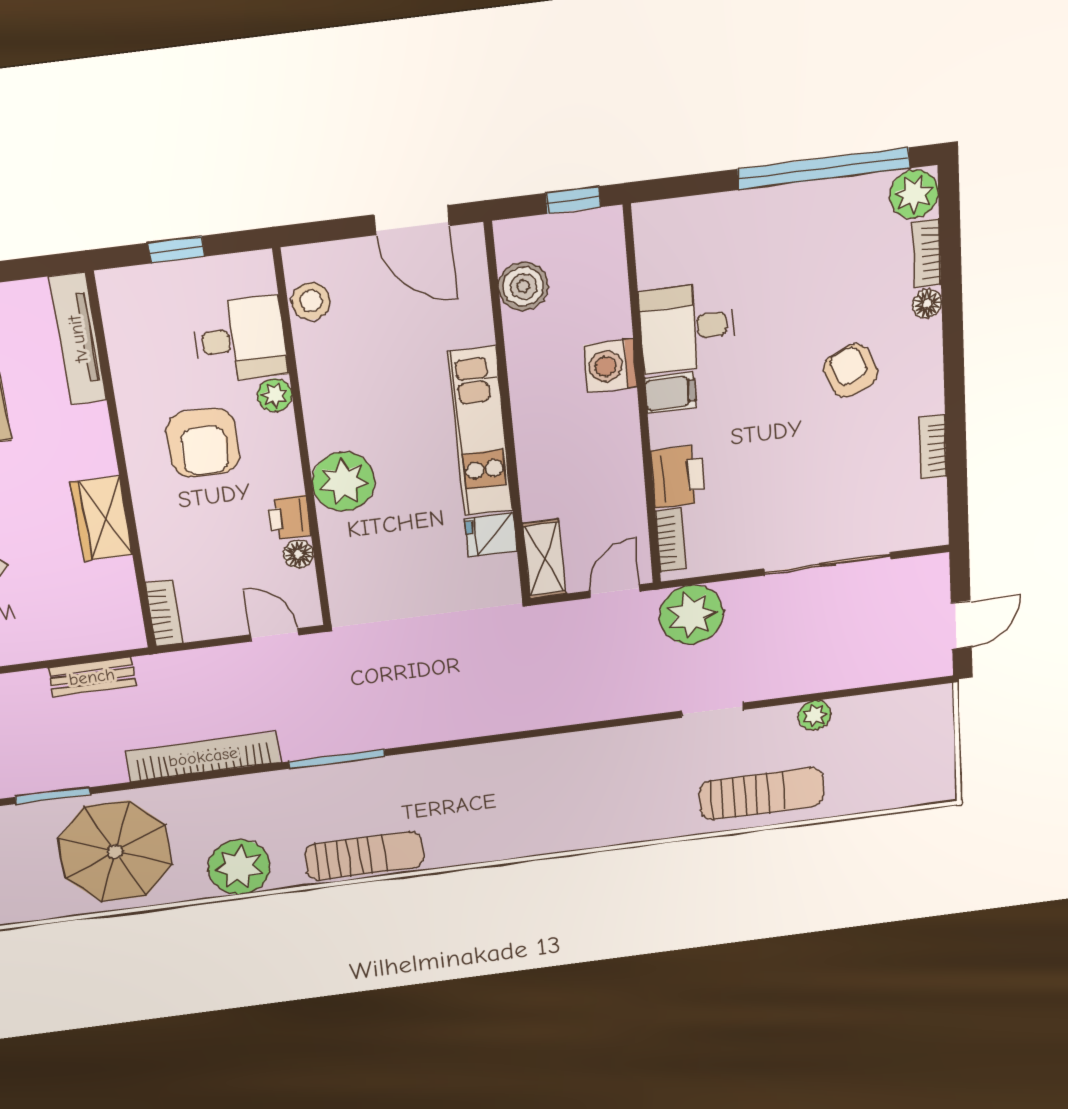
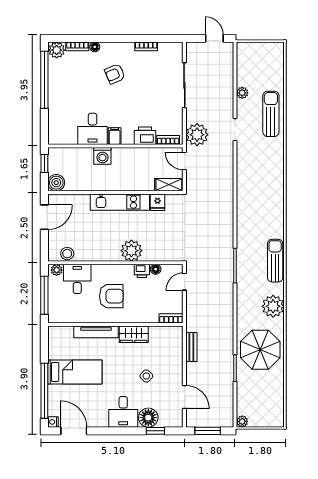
window: (176, 250) -> (44, 295), width x2.17
boiler: (523, 286) -> (56, 183), moved
tv unit: (78, 339) -> (96, 332), moved
plant: (275, 395) -> (57, 270), moved
bookcase: (203, 757) -> (227, 313), removed

